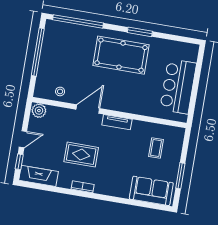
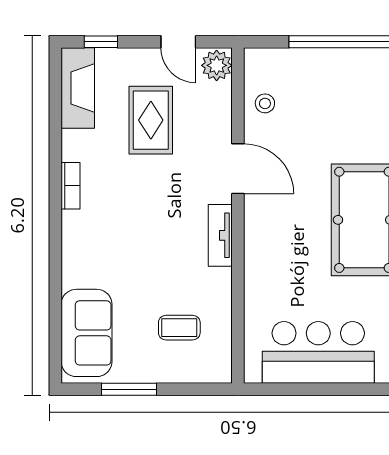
door: (23, 139) -> (178, 42), moved
rug: (81, 155) -> (151, 120), moved

